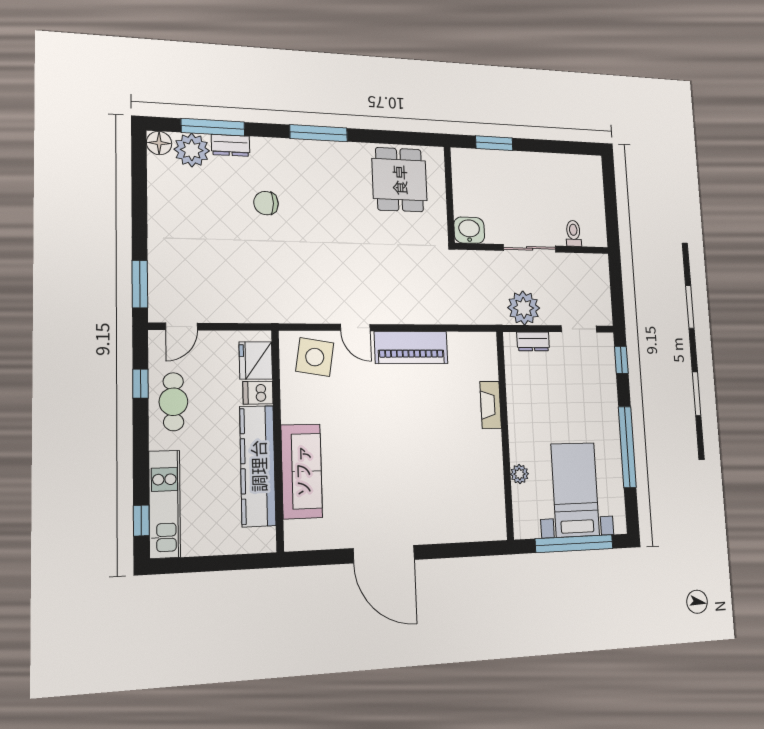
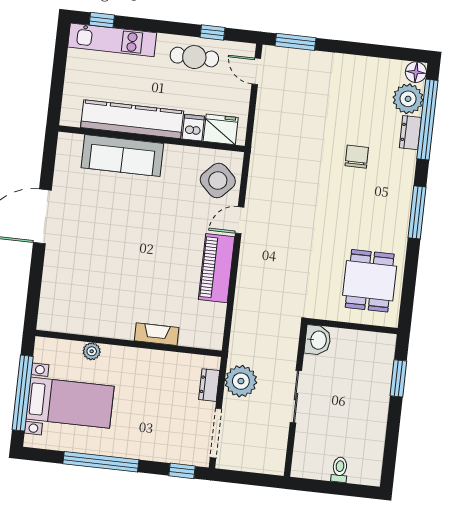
window: (213, 127) -> (427, 120), width x1.46
dining table: (399, 180) -> (370, 281), turned 90
toilet: (573, 233) -> (340, 470), moved, turned -90
doorway: (579, 329) -> (216, 433), width x1.38
side table: (315, 357) -> (218, 181), turned 35

